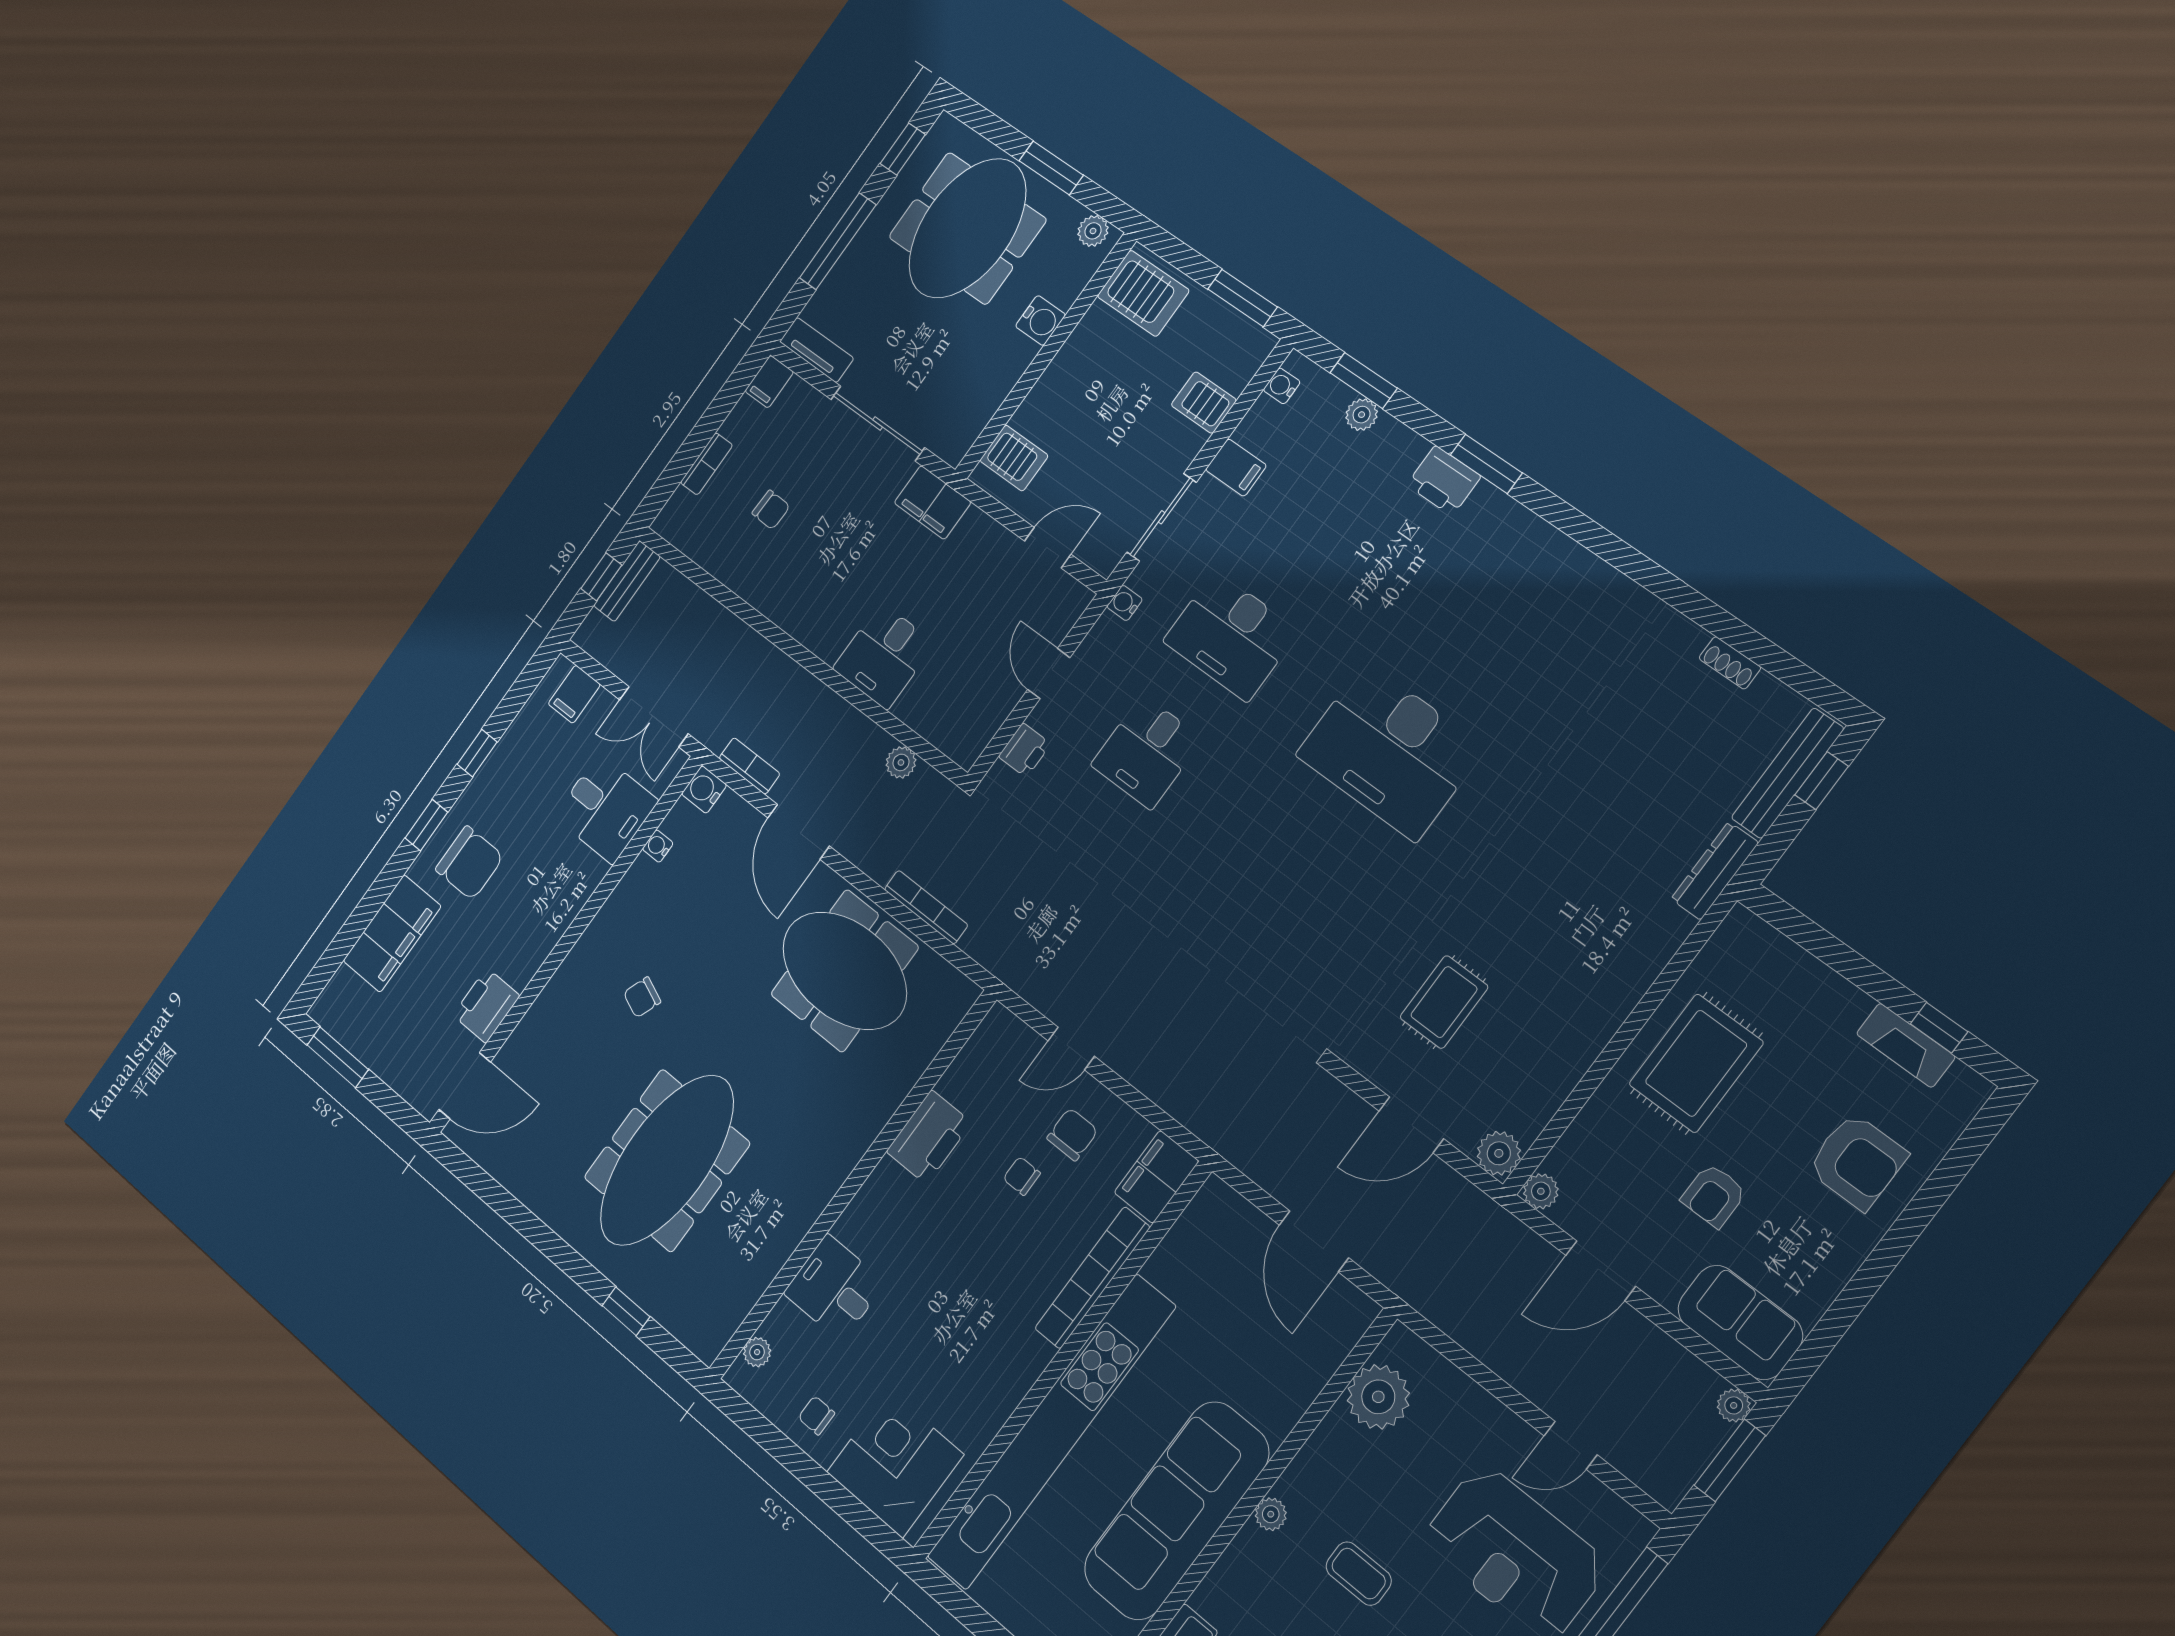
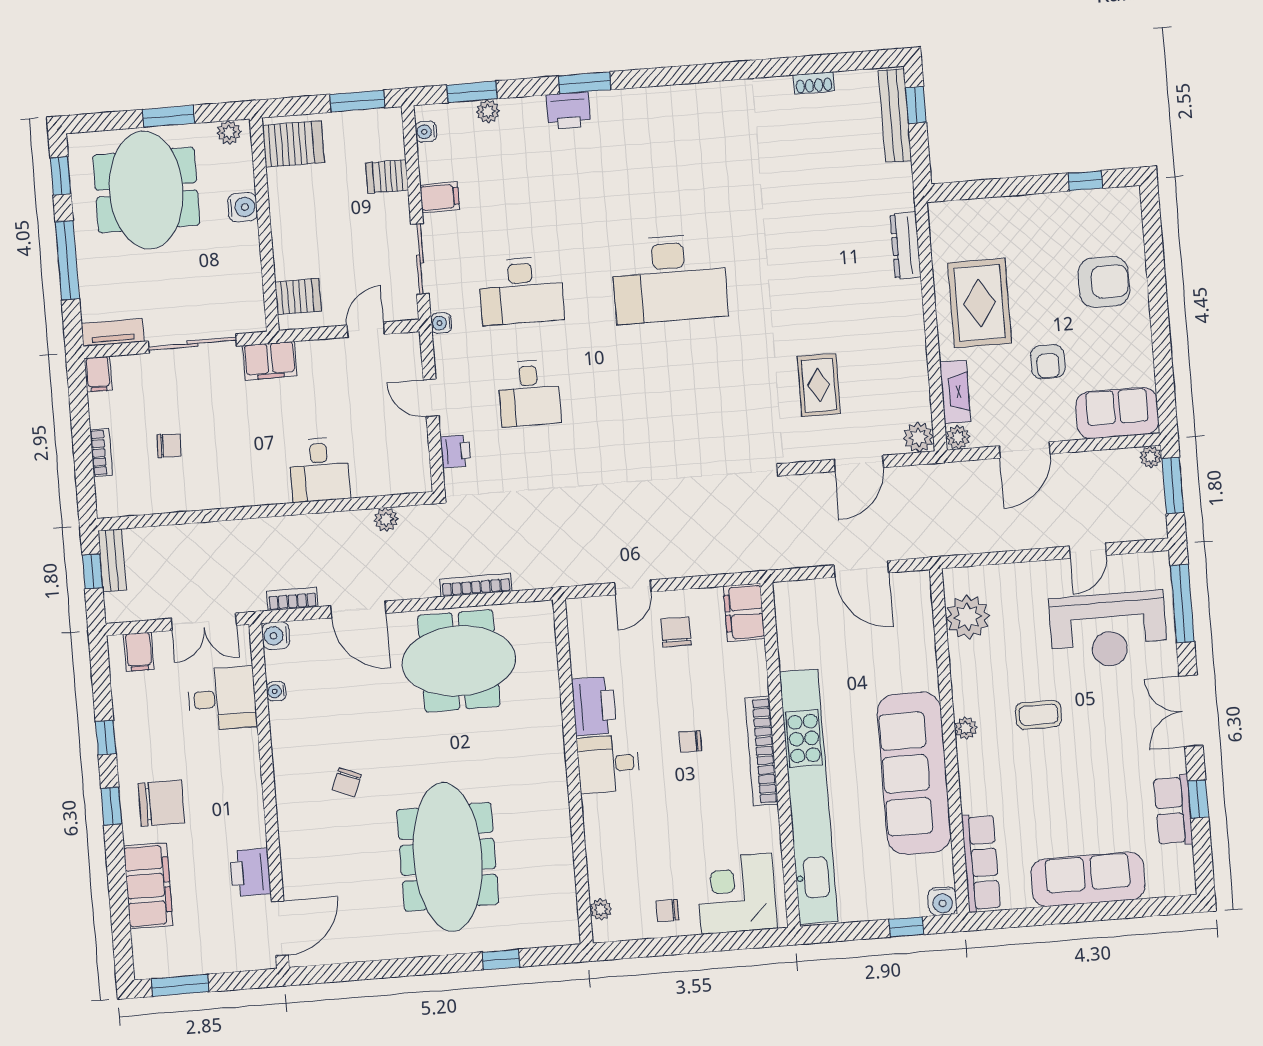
dresser: (1715, 871) -> (906, 246), moved
fireplace: (1906, 1045) -> (955, 392), moved, turned -90
chair: (1022, 1176) -> (690, 741), moved
bookcase: (1092, 1278) -> (762, 751), moved
desk: (834, 1288) -> (608, 764), moved

